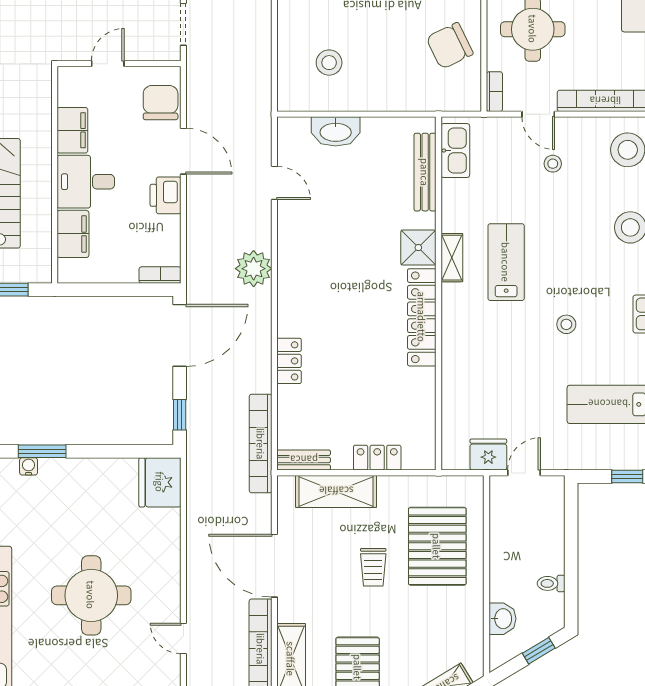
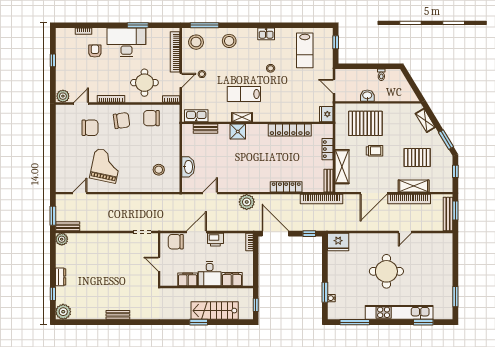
chair: (450, 46) -> (151, 118), turned 116
bench: (425, 172) -> (205, 129), width x0.73
locker: (422, 317) -> (290, 130), moved
locker: (289, 361) -> (286, 187), width x1.53
fridge: (488, 455) -> (326, 114), moved
washbasin: (502, 619) -> (367, 96), moved
window: (539, 651) -> (410, 80), removed

